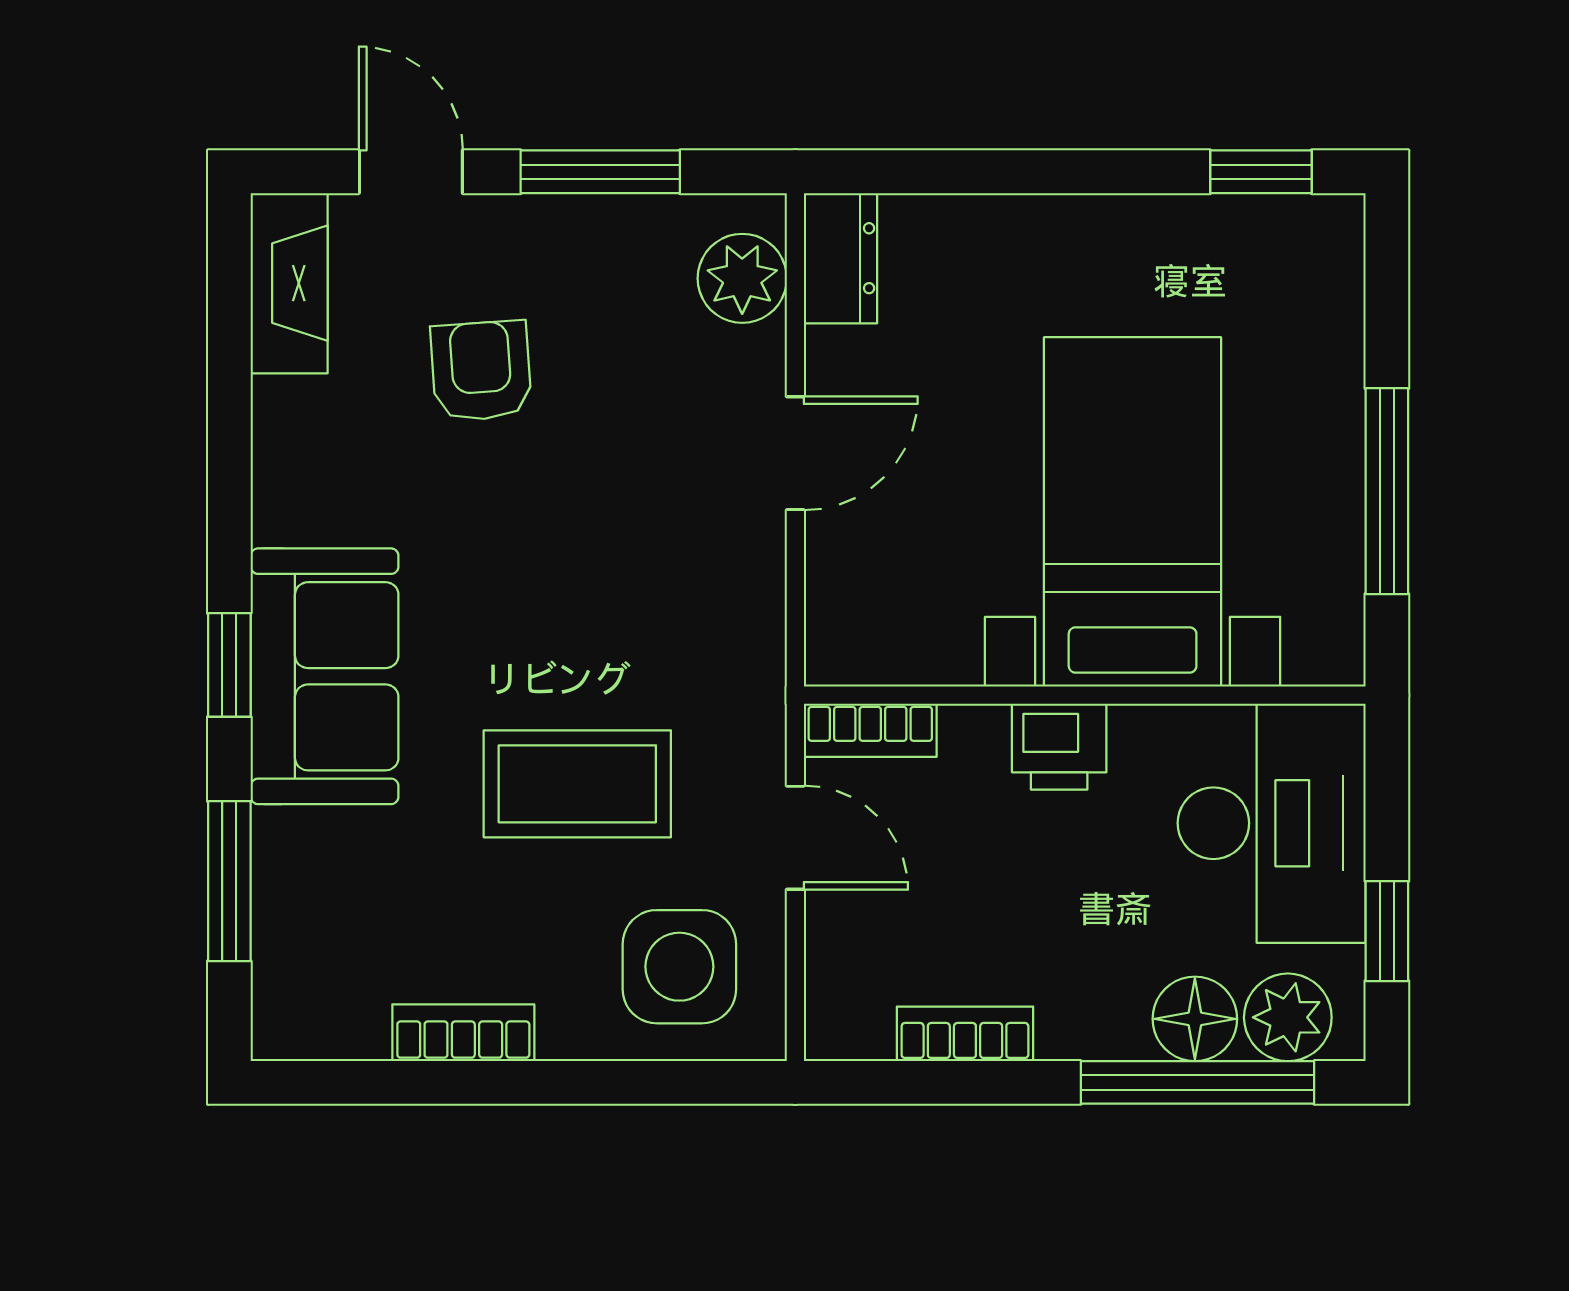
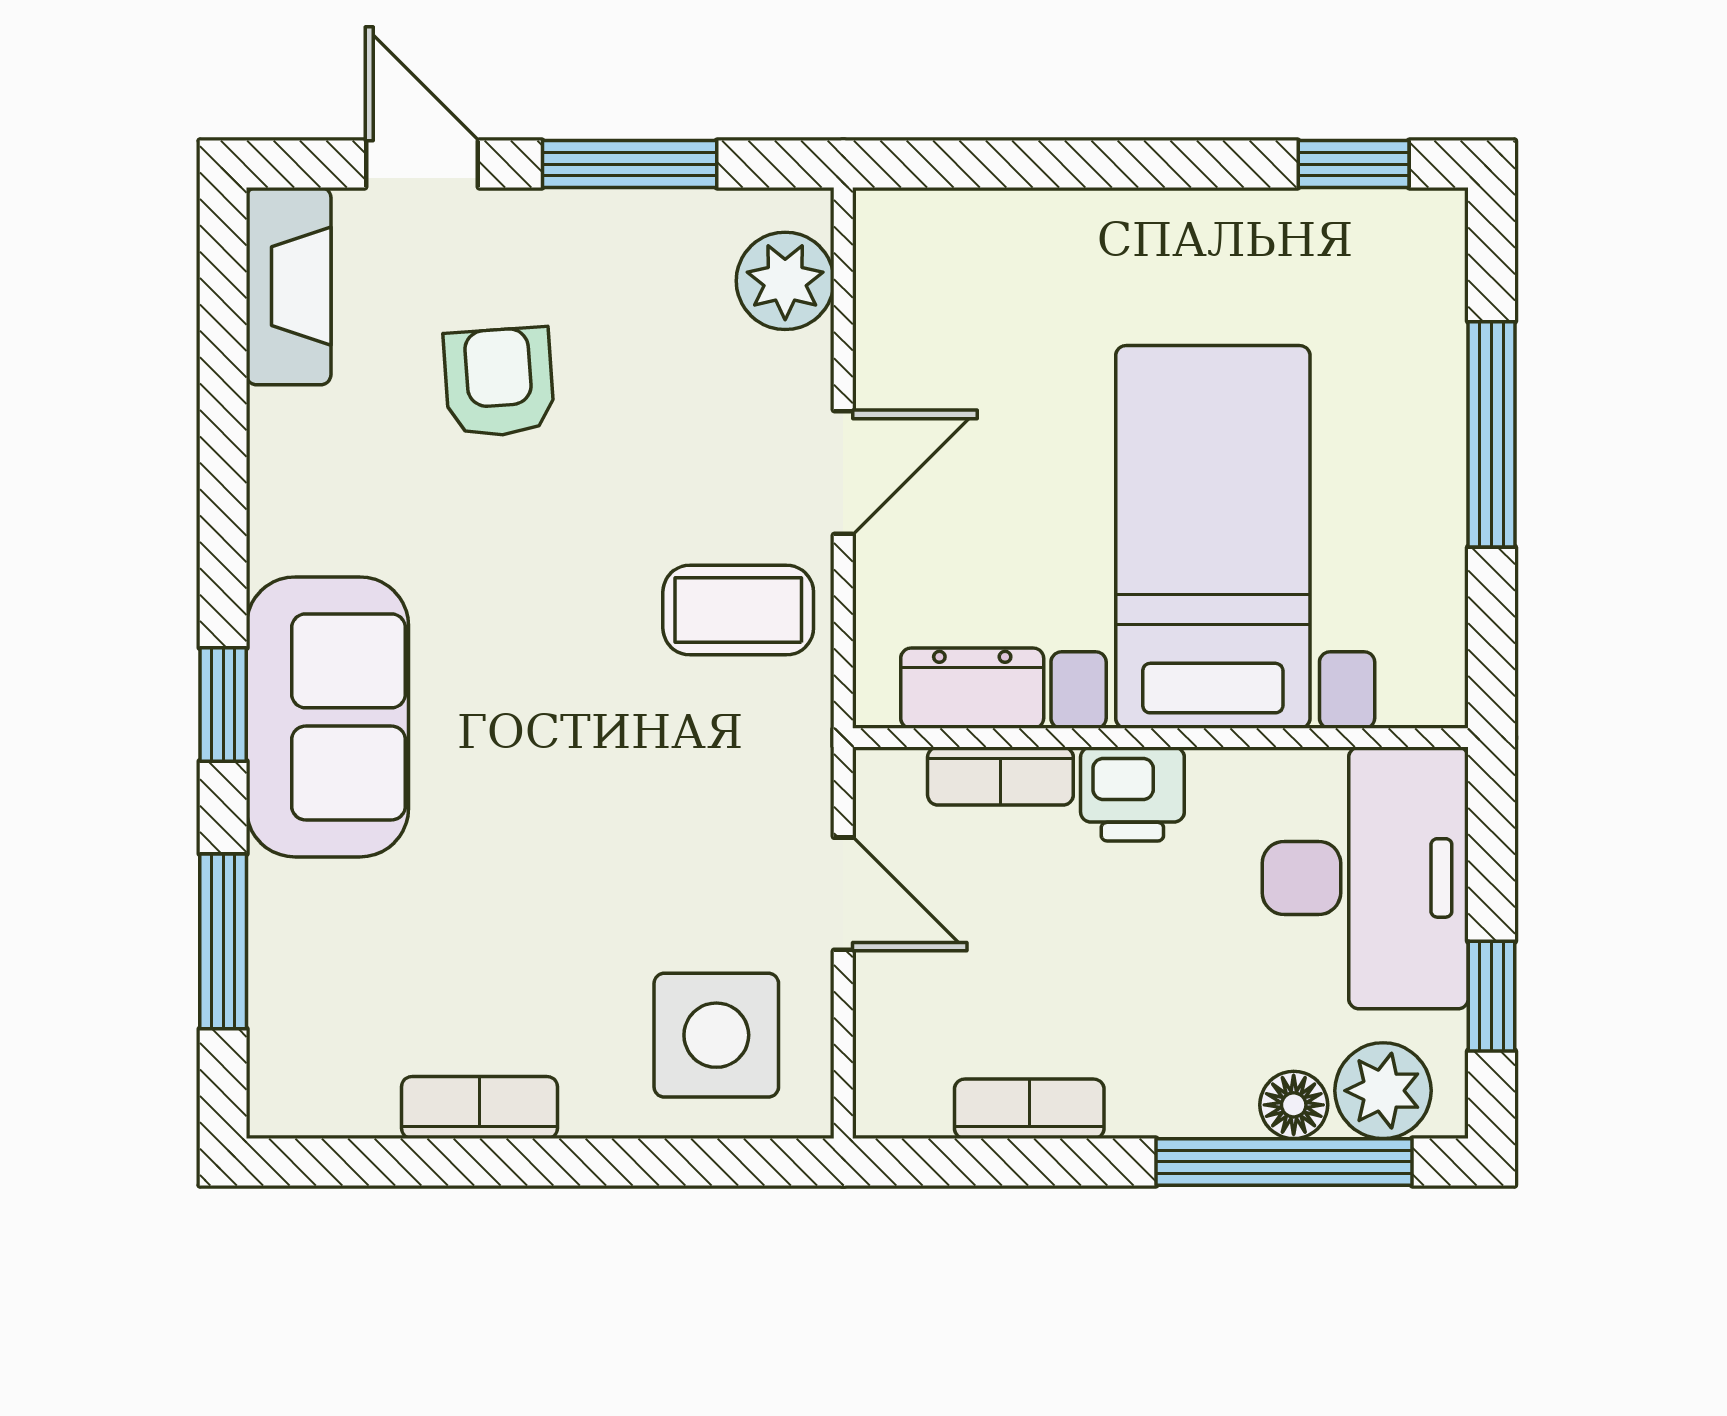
dresser: (840, 258) -> (972, 688), moved, turned -90
window: (1387, 491) -> (1492, 434), moved
bookcase: (870, 730) -> (1000, 776), moved
coffee table: (577, 784) -> (738, 610), moved, width x0.73, depth x0.77
floor lamp: (1195, 1019) -> (1294, 1105), width x0.73, depth x0.73

